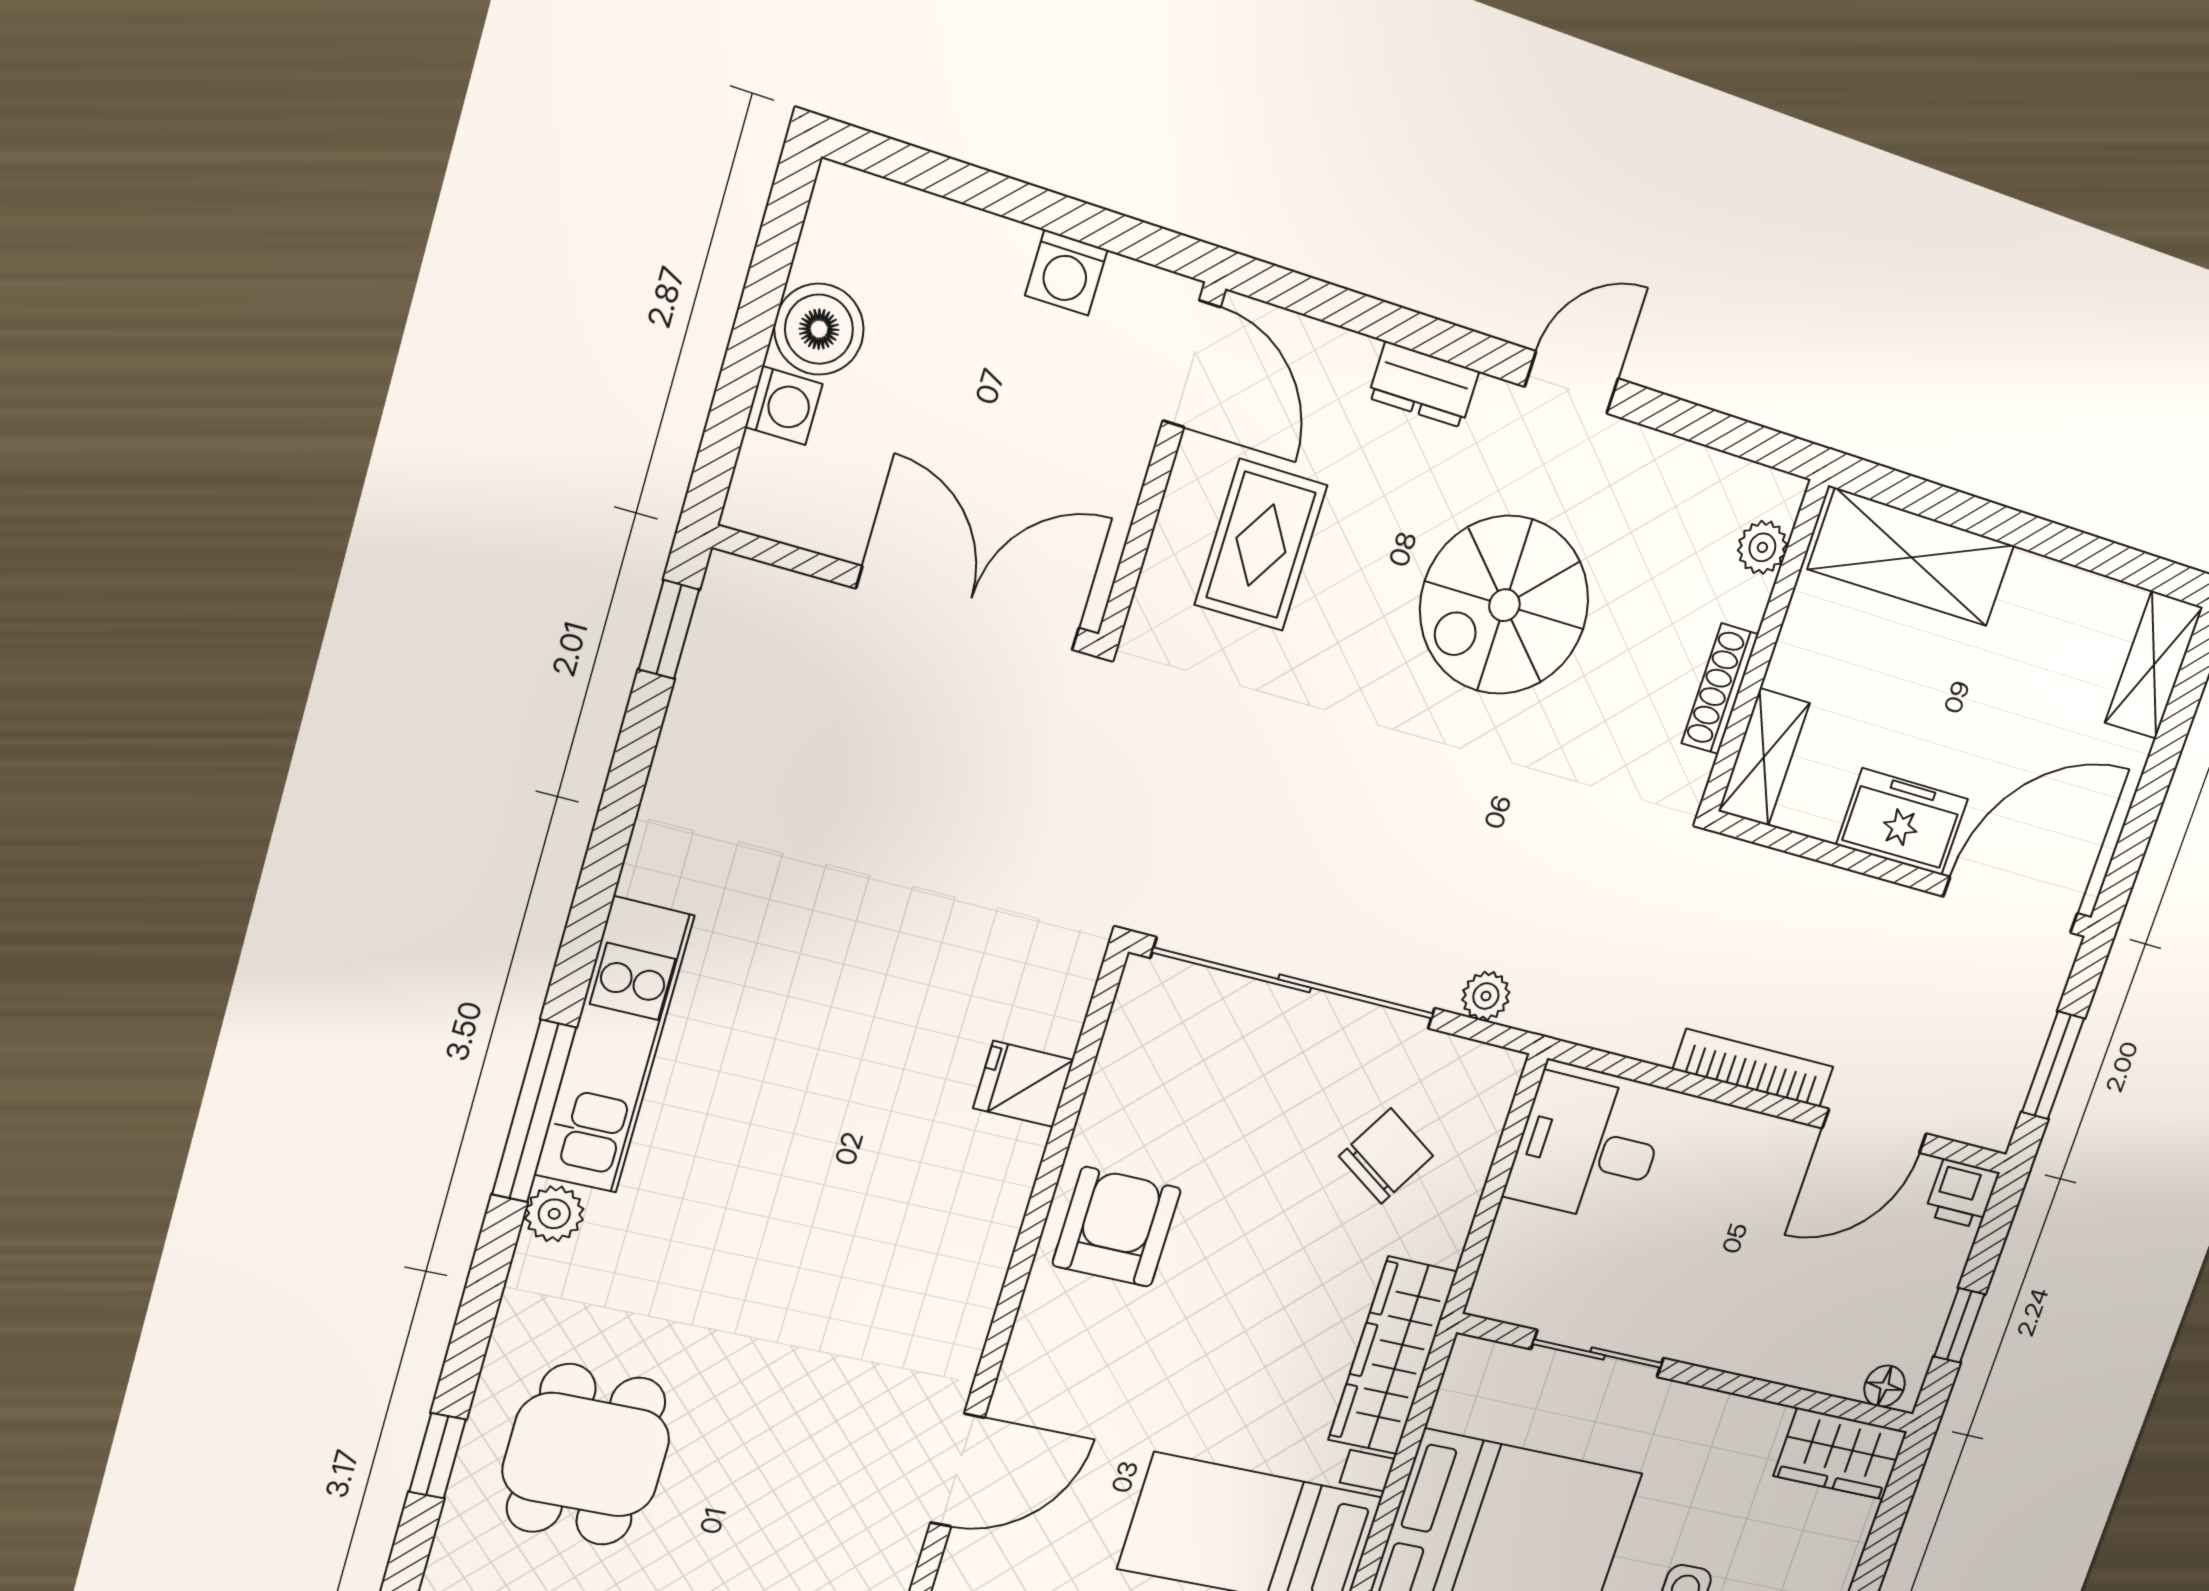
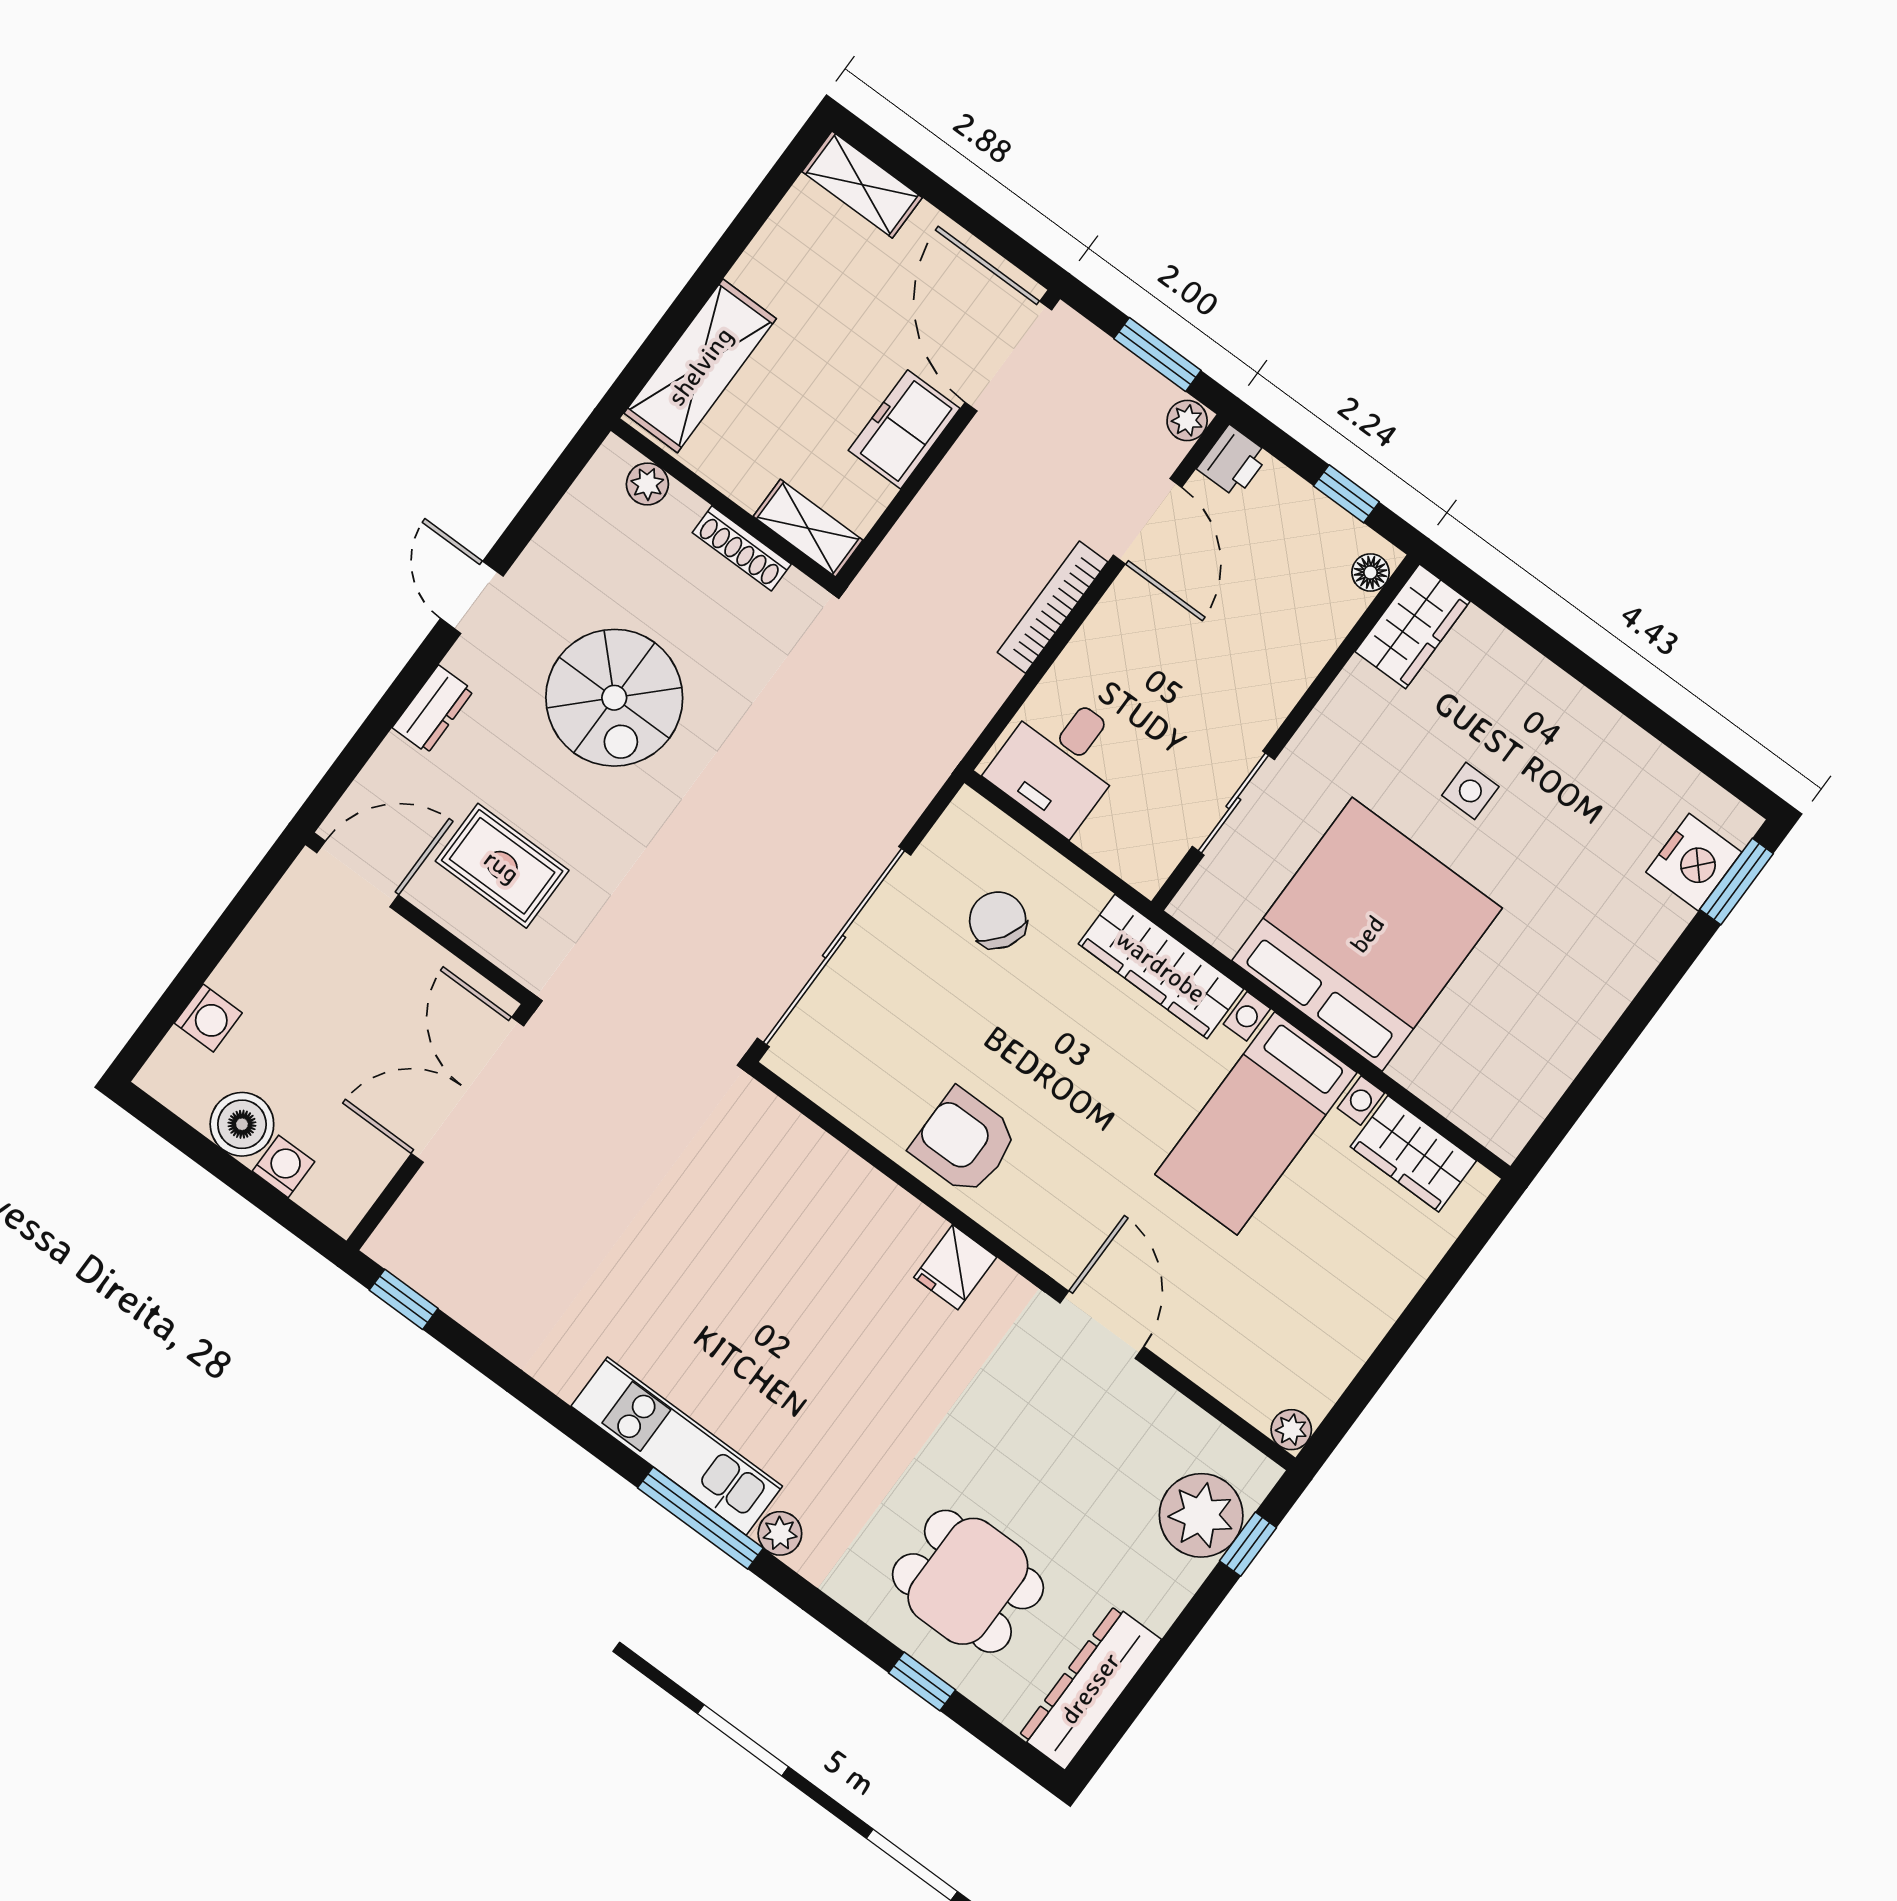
washing machine: (1066, 273) -> (208, 1018), moved
plant: (1486, 996) -> (1187, 421), moved
fridge: (1023, 1084) -> (955, 1267), moved

